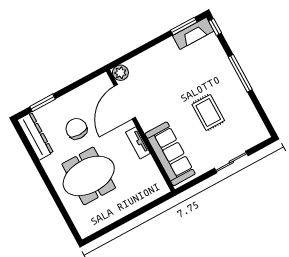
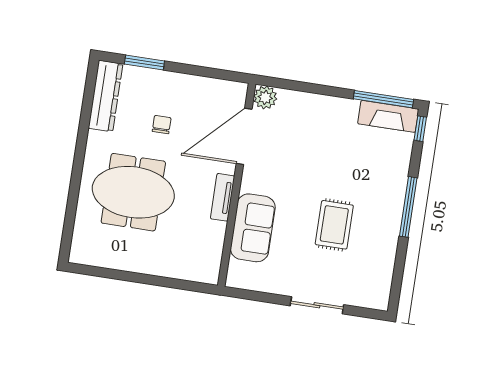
window: (184, 26) -> (383, 99), width x1.44
chair: (76, 129) -> (162, 125), width x0.54, depth x0.54
sofa: (170, 154) -> (253, 228), width x0.73

